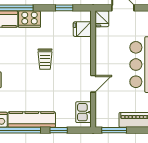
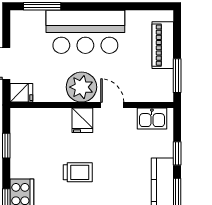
fridge: (82, 29) -> (82, 120), moved
plant: (106, 62) -> (81, 87), added

